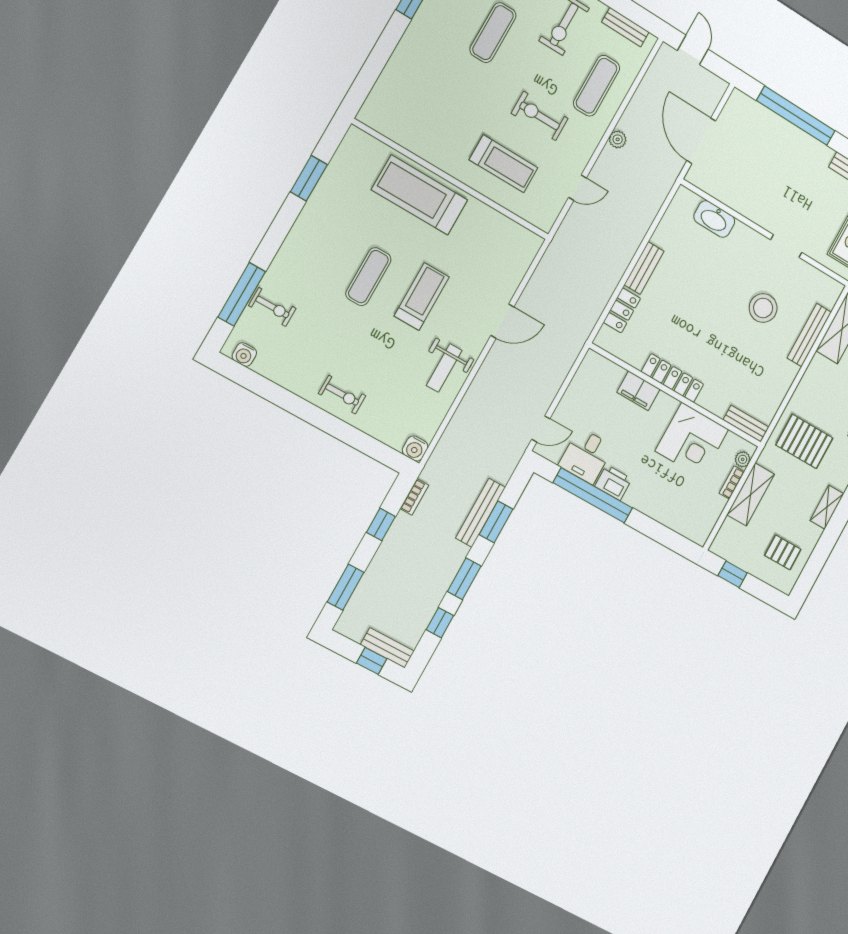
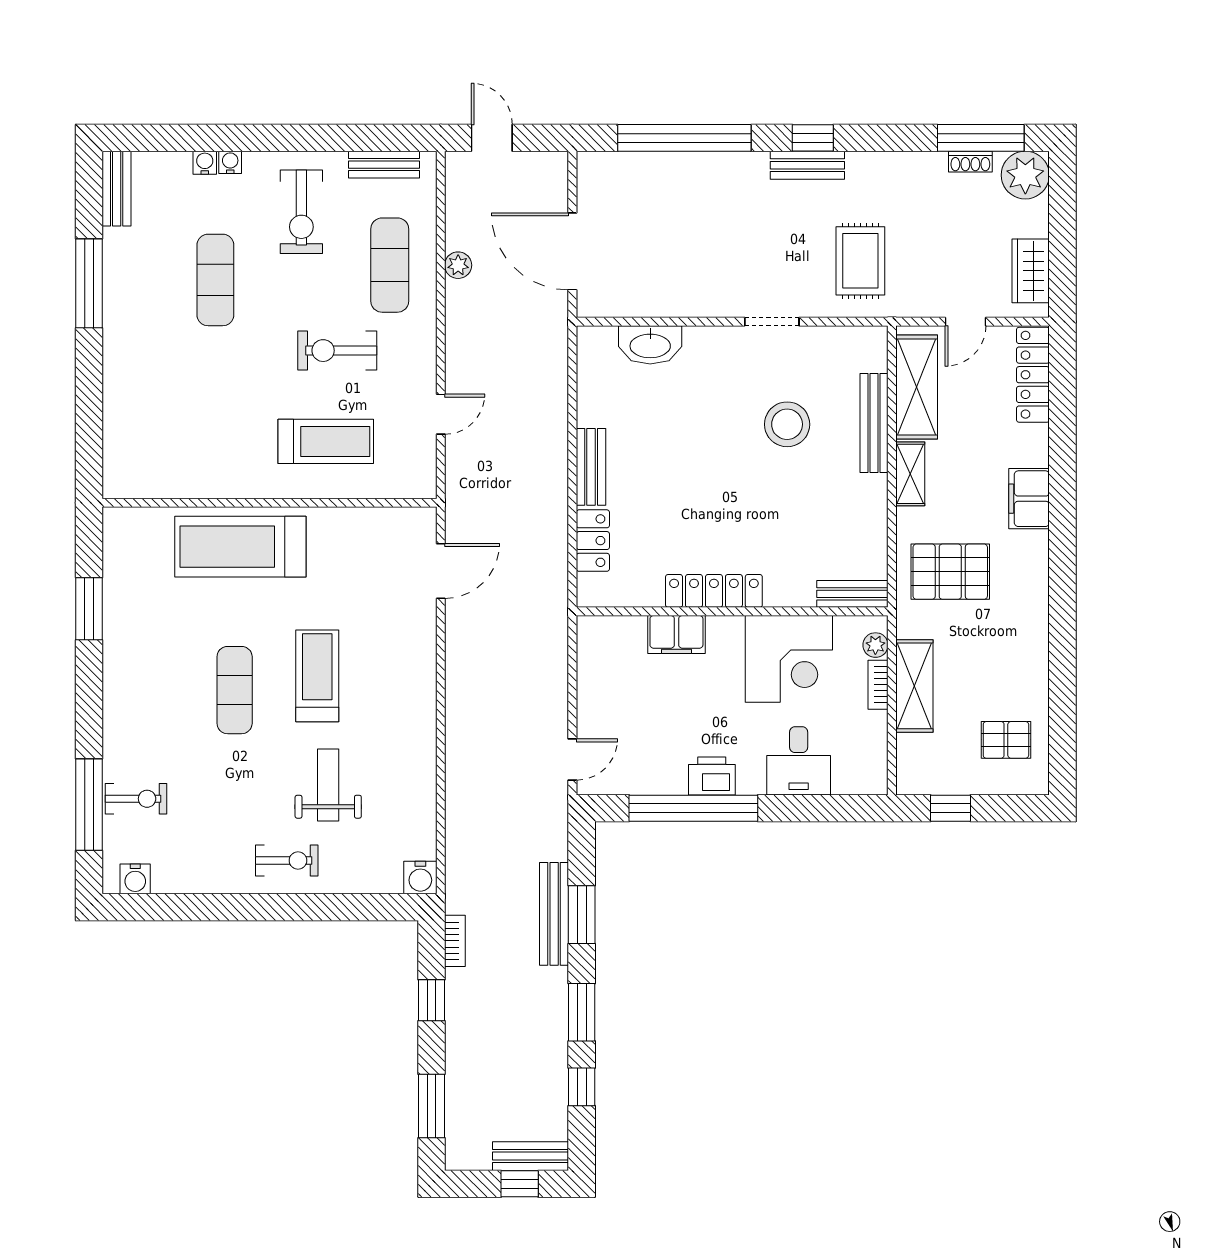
plant: (618, 139) -> (458, 265), moved
door: (502, 321) -> (441, 571), moved
weight bench: (444, 368) -> (328, 785), moved, turned 180
desk: (586, 456) -> (799, 761), moved
shelving: (827, 507) -> (910, 474), moved

